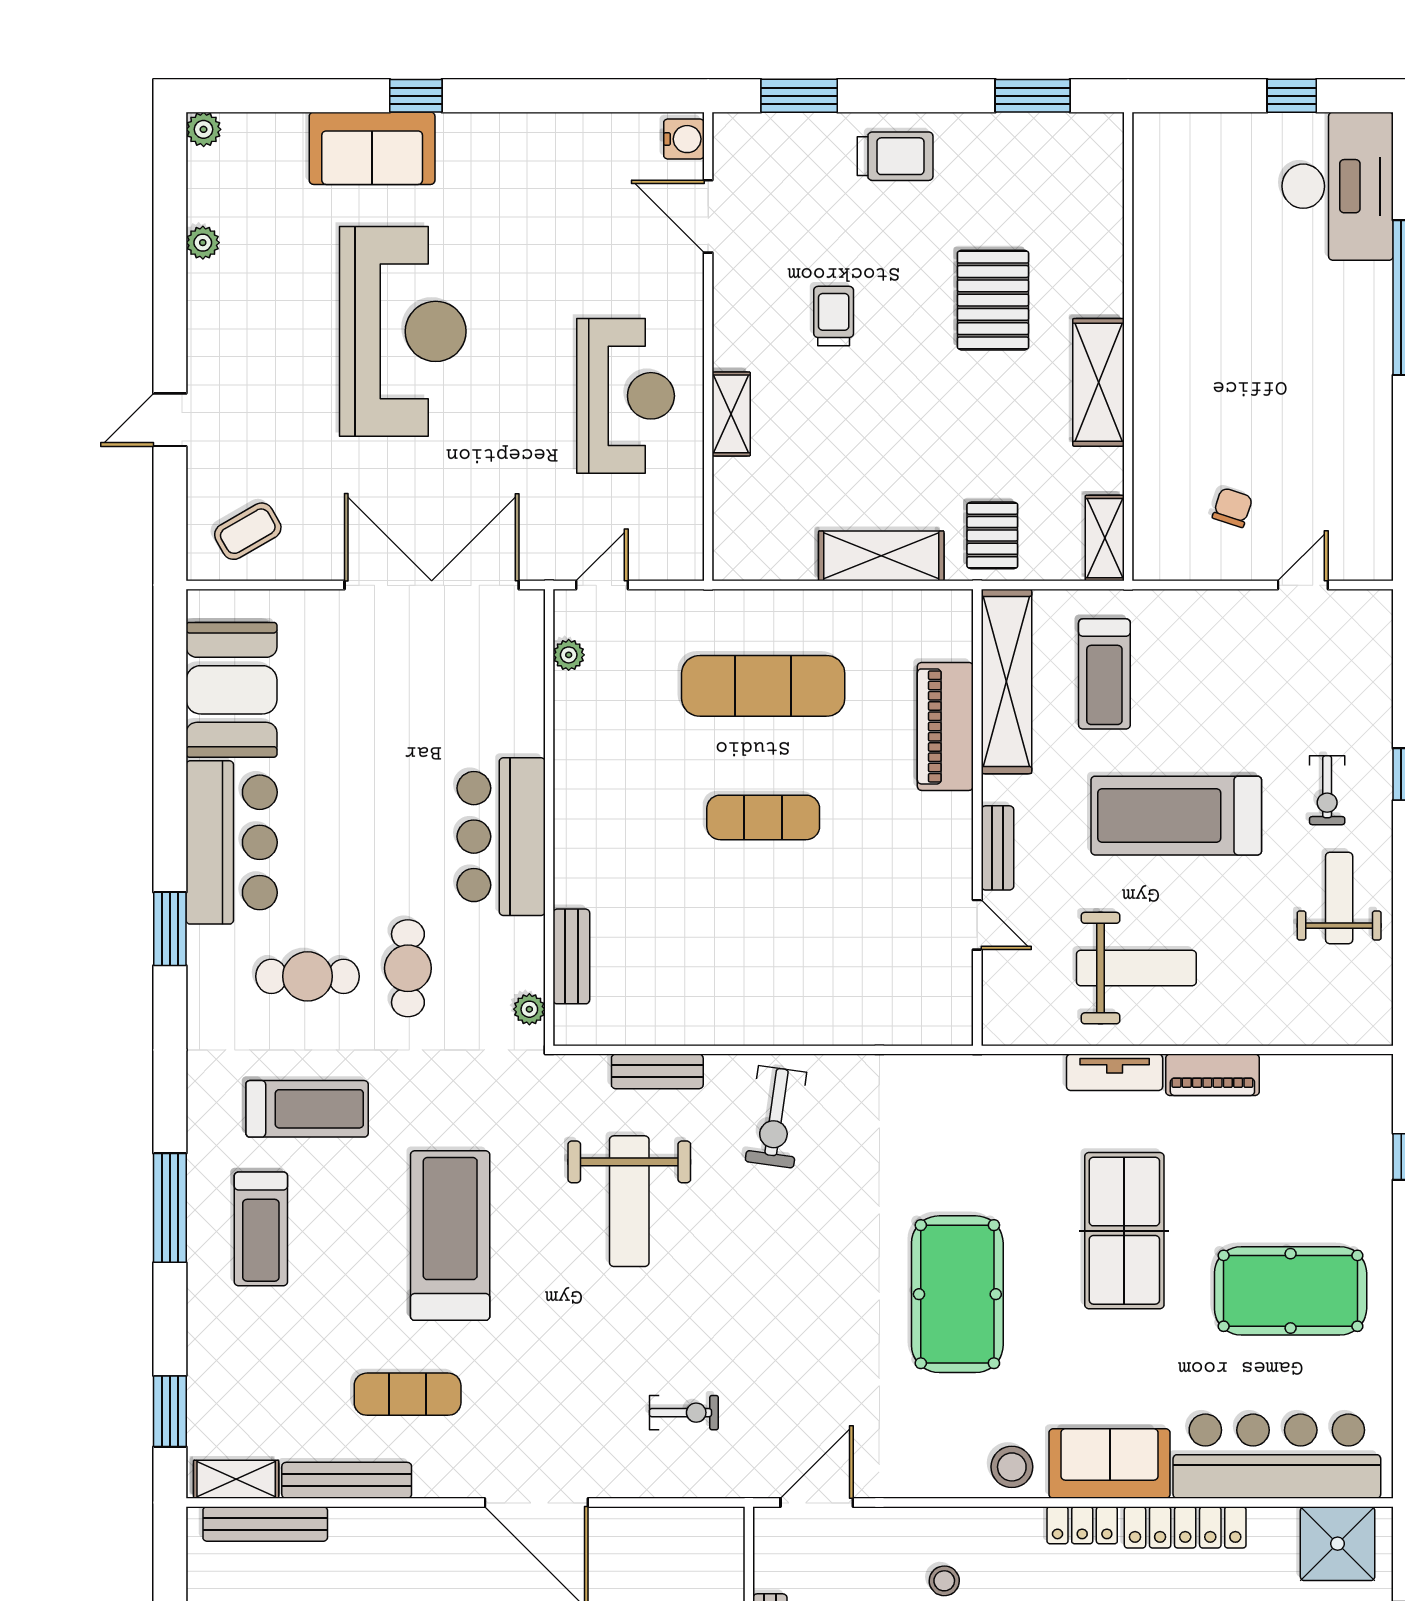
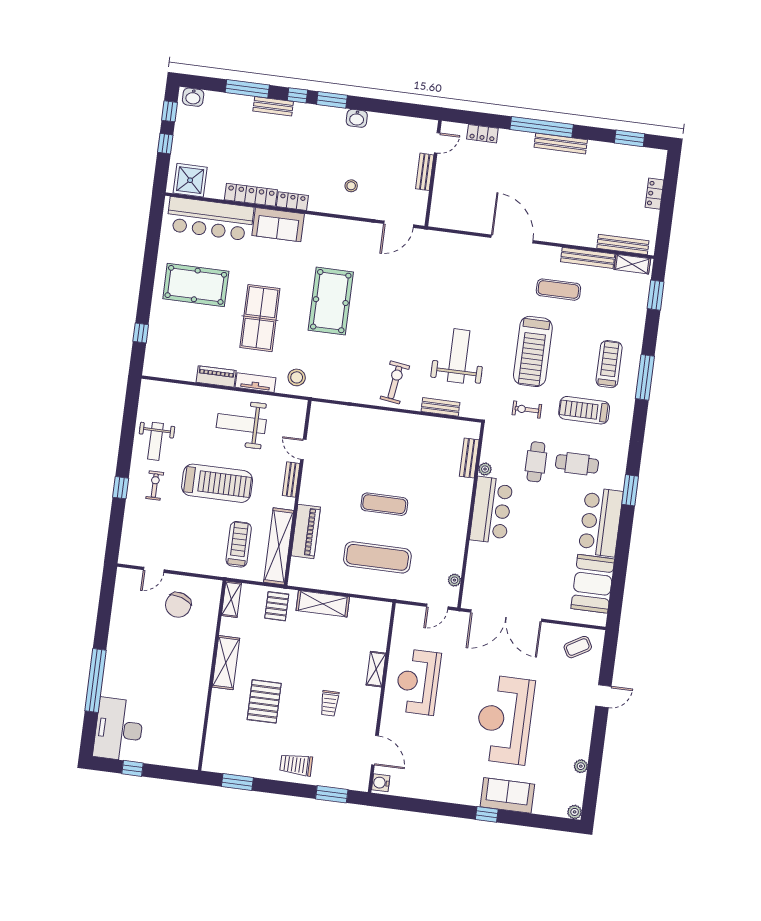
chair: (1232, 508) -> (178, 605), width x1.87, depth x1.87
plant: (529, 1009) -> (485, 469), moved
exercise bike: (684, 1413) -> (527, 410), moved
stool: (1012, 1467) -> (297, 377), moved

